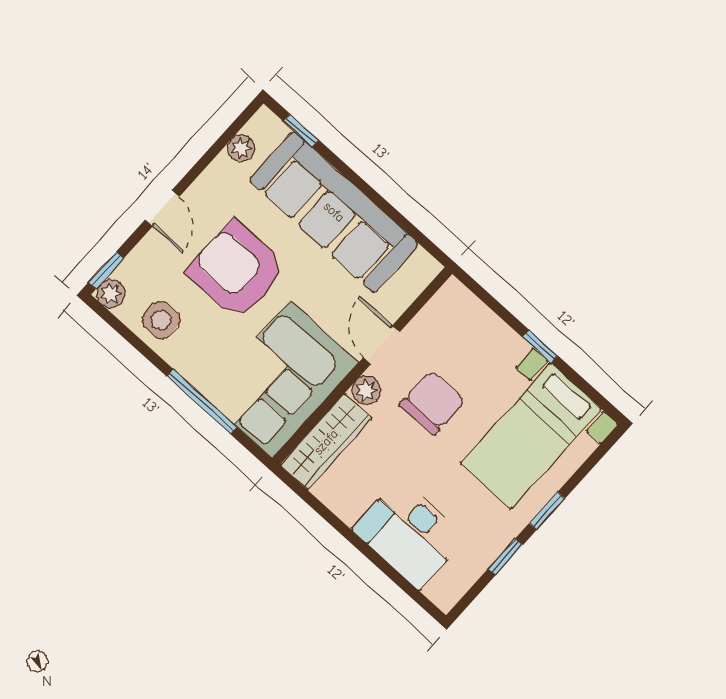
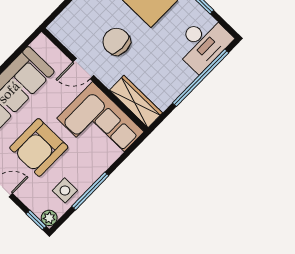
plant: (366, 390) -> (108, 78), removed
window: (202, 402) -> (90, 191), moved
desk: (409, 533) -> (203, 43), moved
window: (373, 556) -> (201, 78), added

